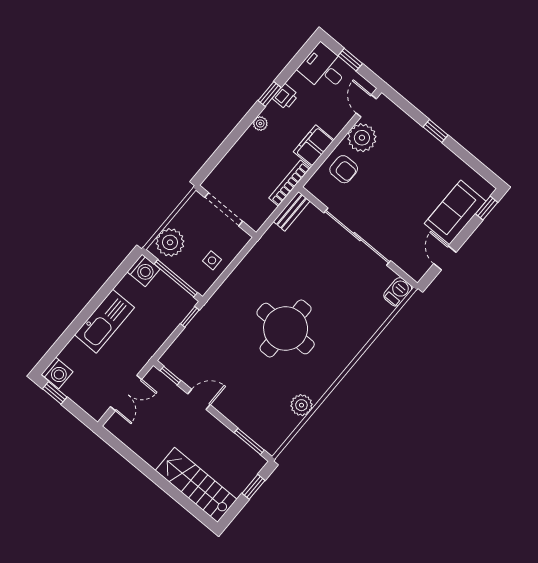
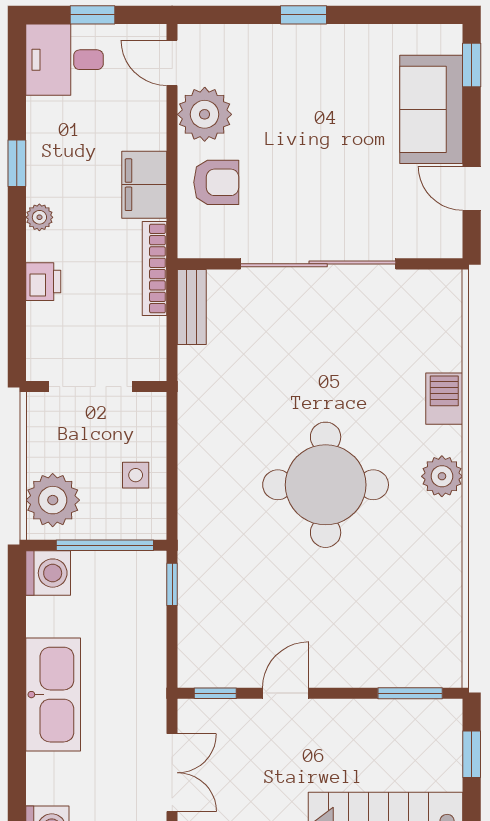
printer: (285, 97) -> (43, 282), moved
barbecue: (398, 292) -> (444, 399), moved
plant: (301, 405) -> (442, 476), moved

